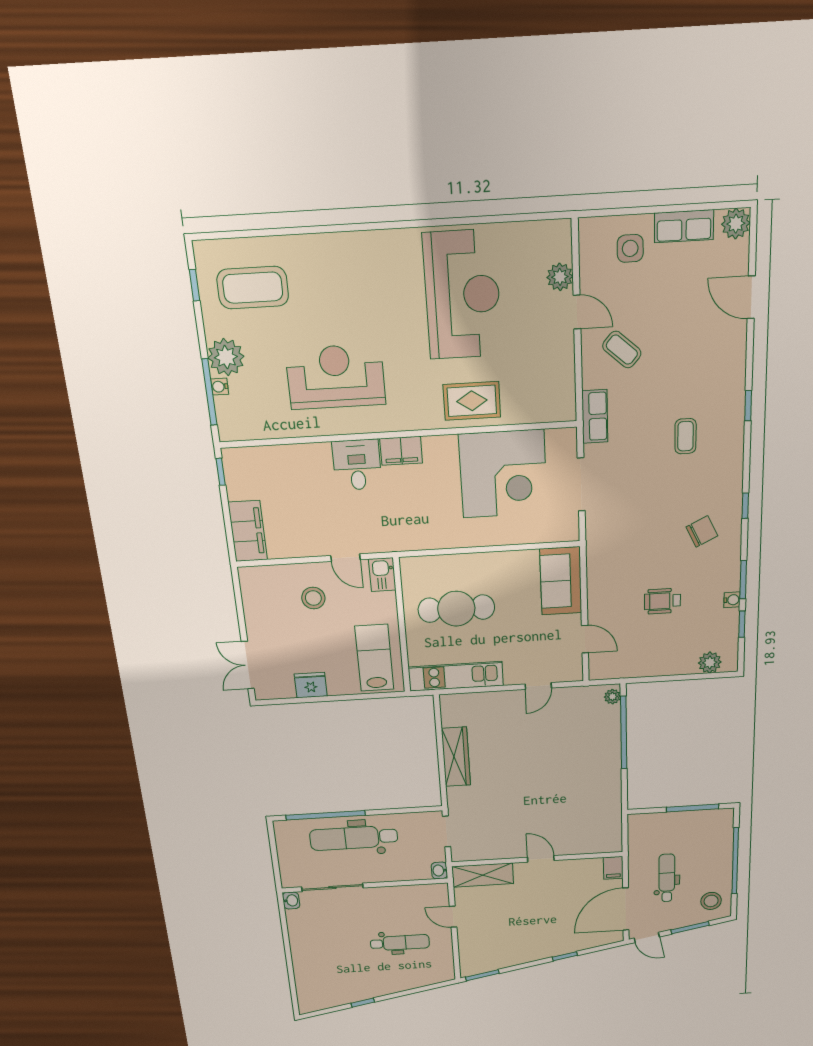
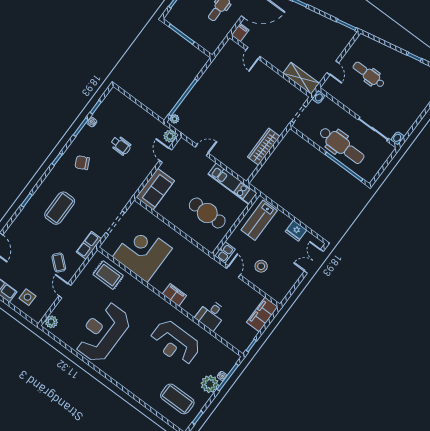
plant: (560, 277) -> (51, 322), moved
rug: (472, 401) -> (108, 275), moved
coffee table: (685, 436) -> (60, 208), width x1.86, depth x1.72
desk: (357, 465) -> (211, 315), moved
plant: (710, 663) -> (170, 136), moved
double door: (248, 665) -> (314, 261), swing flipped
door: (541, 859) -> (253, 53), moved

